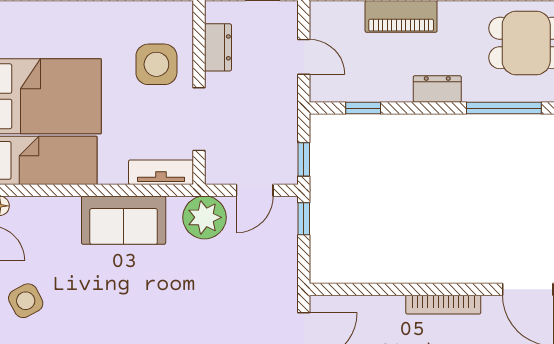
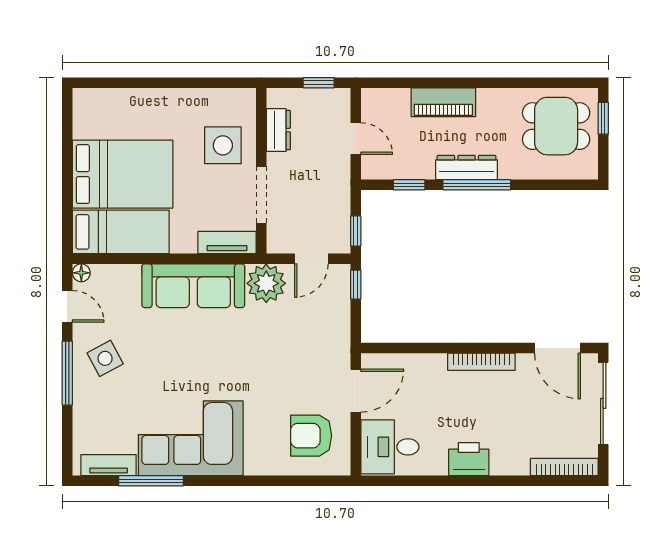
dresser: (437, 89) -> (467, 168), width x1.44
window: (504, 108) -> (477, 185), moved
sofa: (124, 220) -> (193, 286), width x1.36

